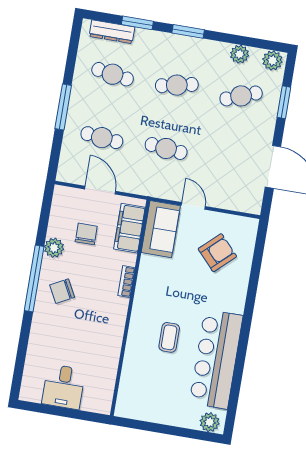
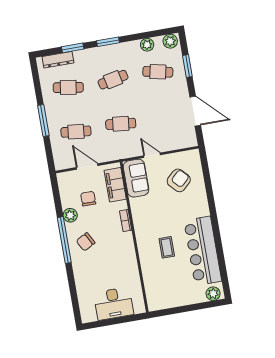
cafe table: (241, 96) -> (158, 72), turned 33
desk: (64, 387) -> (114, 304), width x1.37

